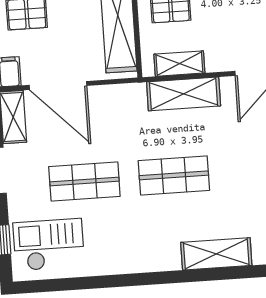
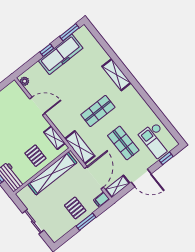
shelving: (184, 94) -> (80, 147), moved
shop shelf: (174, 175) -> (98, 111), turned 90

